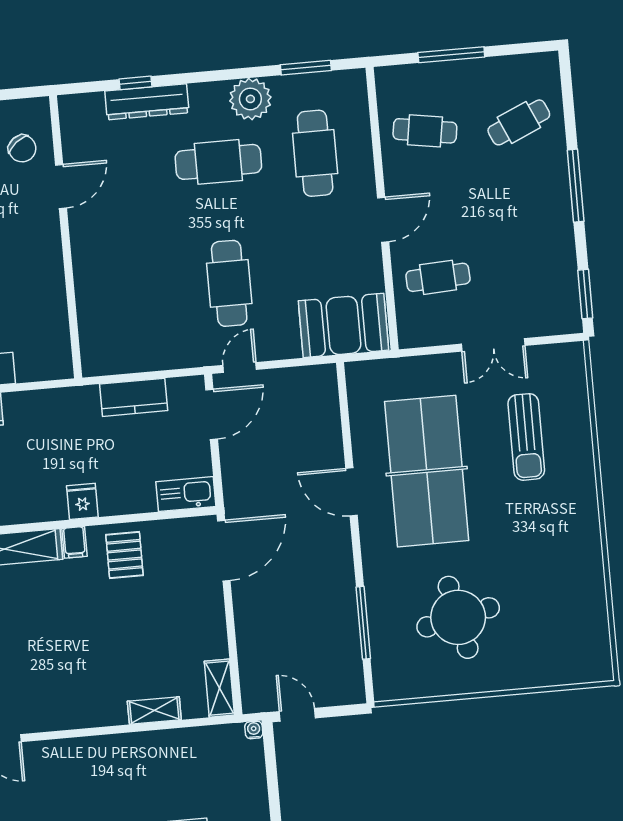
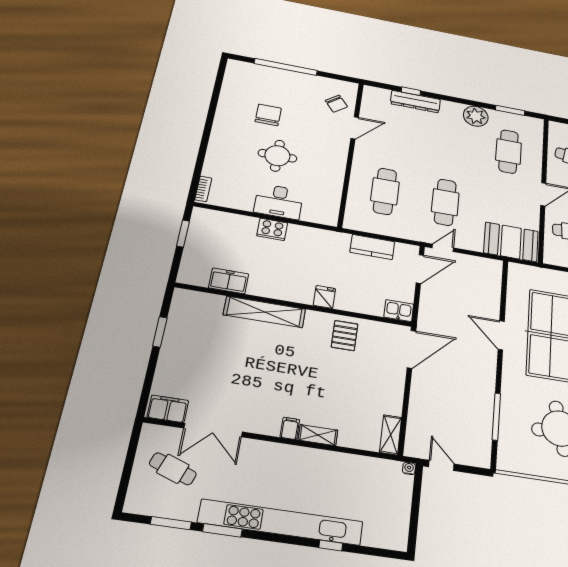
cafe table: (218, 162) -> (385, 191), moved, turned 90
kitchen sink: (186, 494) -> (399, 311), width x0.73
filing cabinet: (74, 542) -> (290, 428), moved, turned 180
shelving: (154, 710) -> (318, 435), moved

